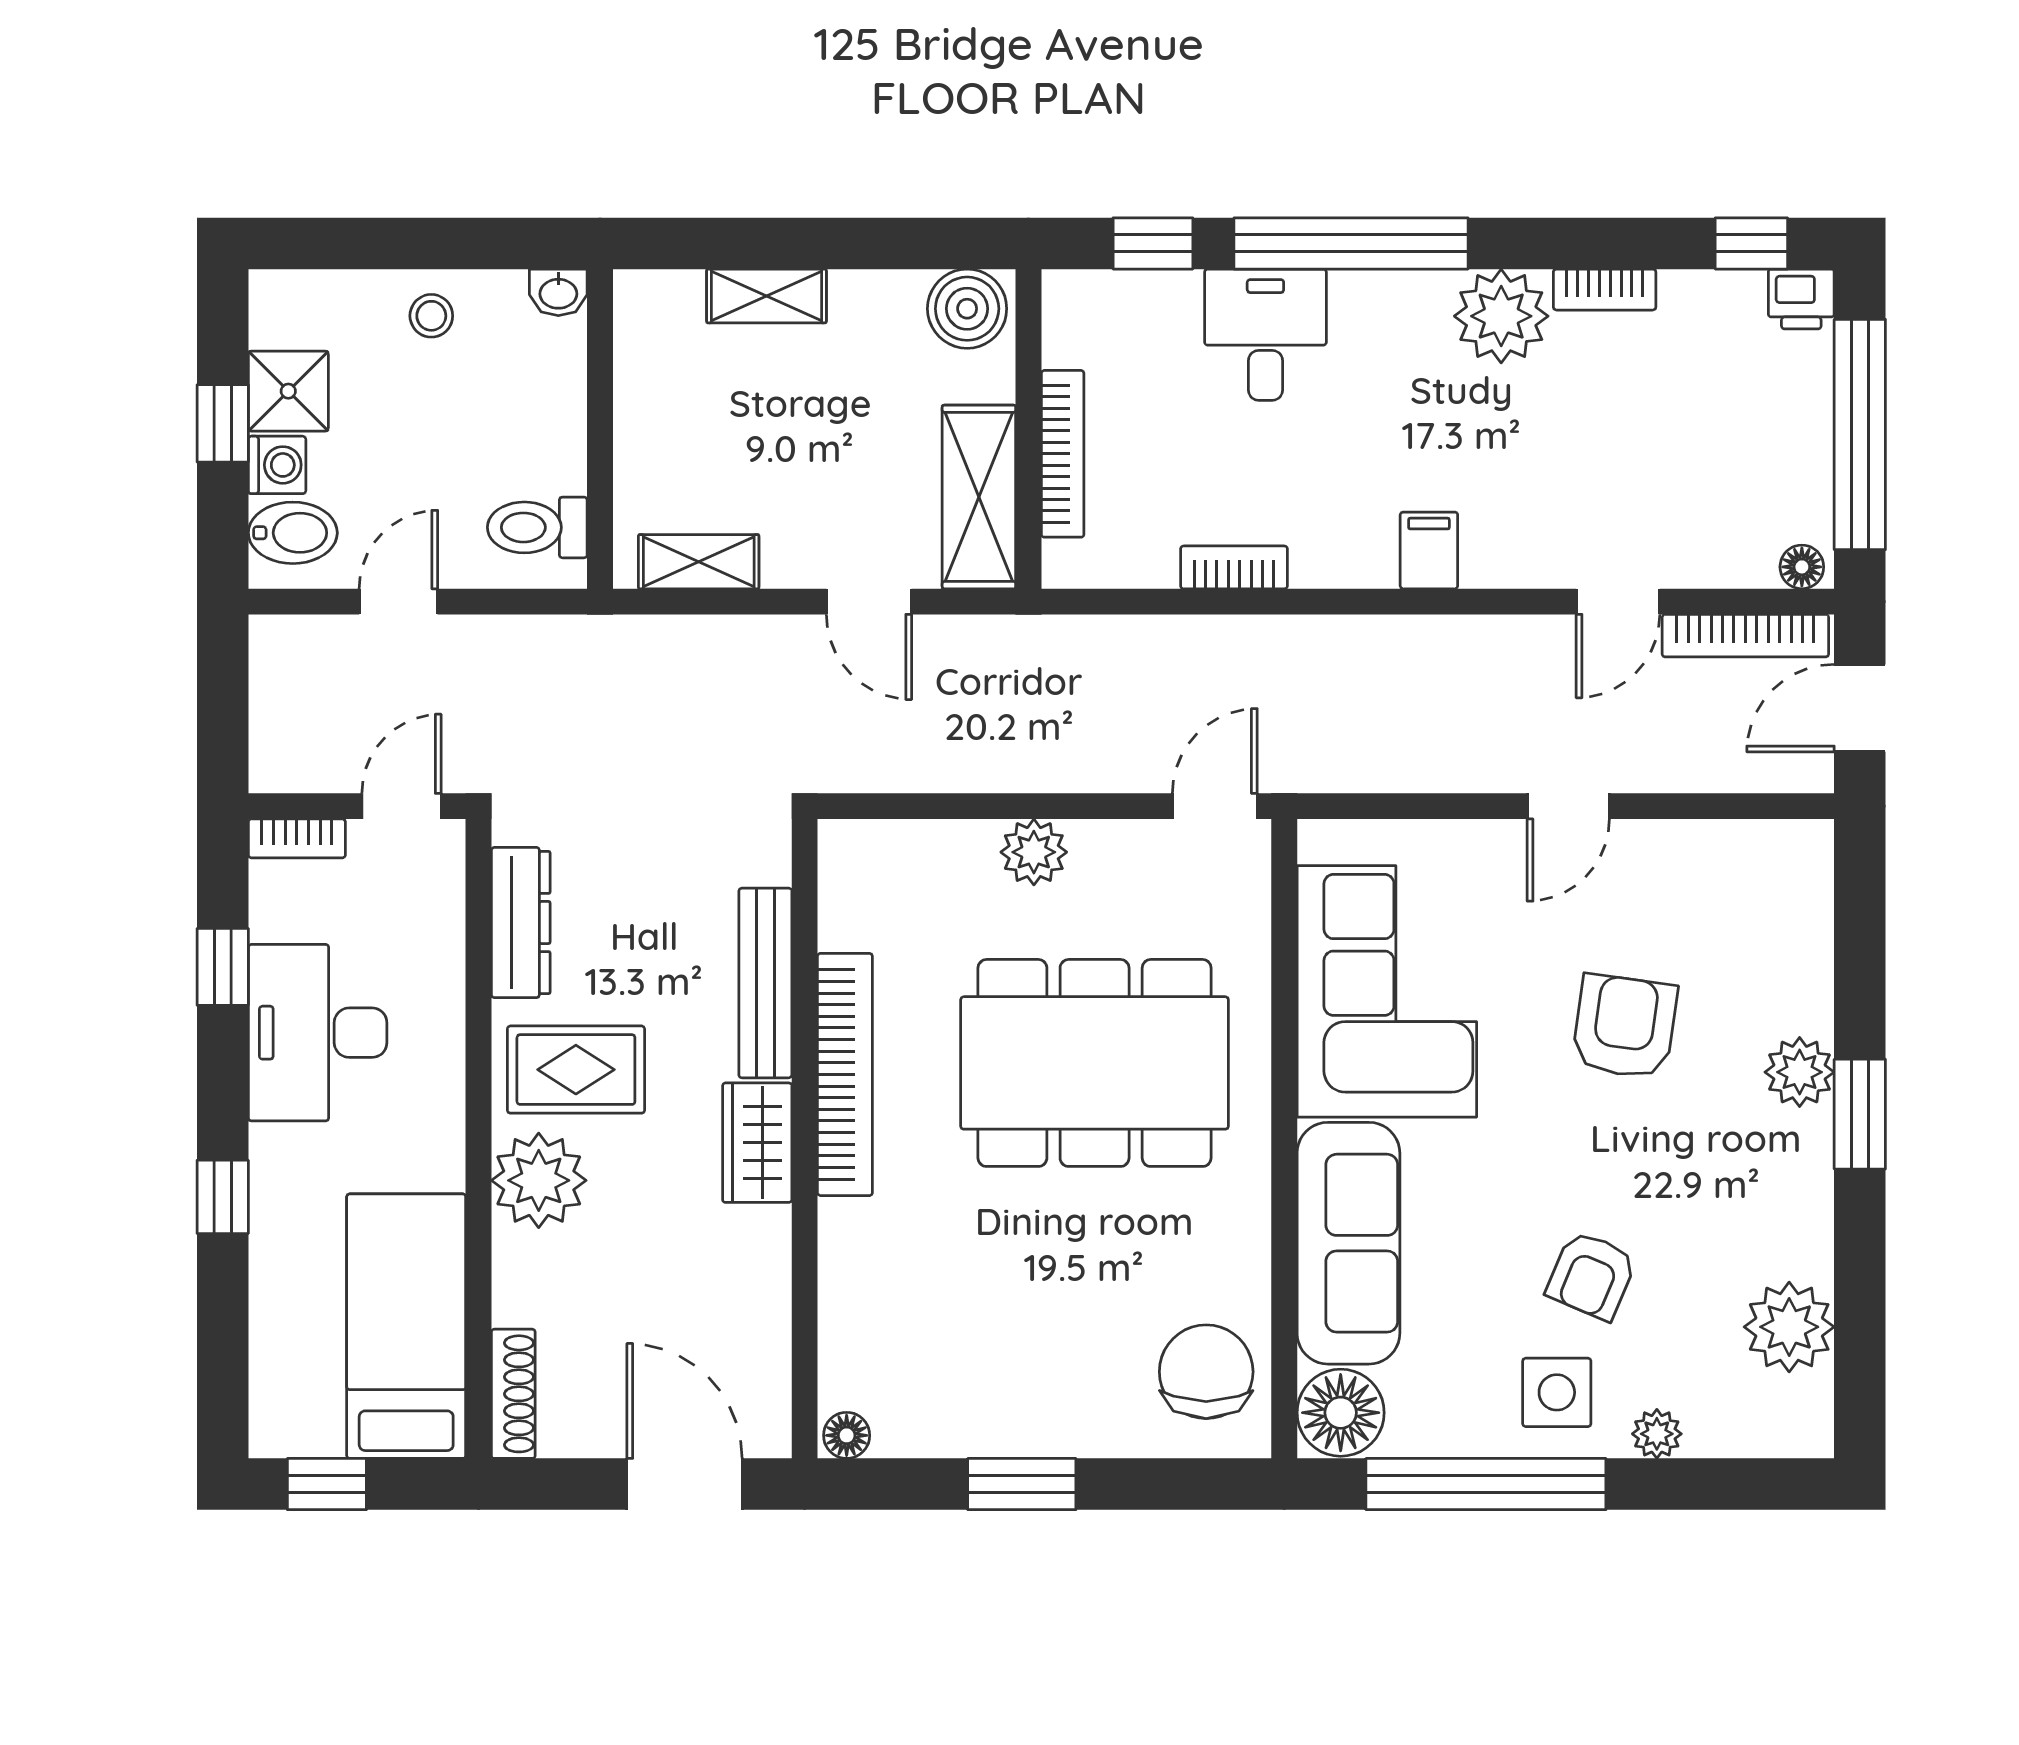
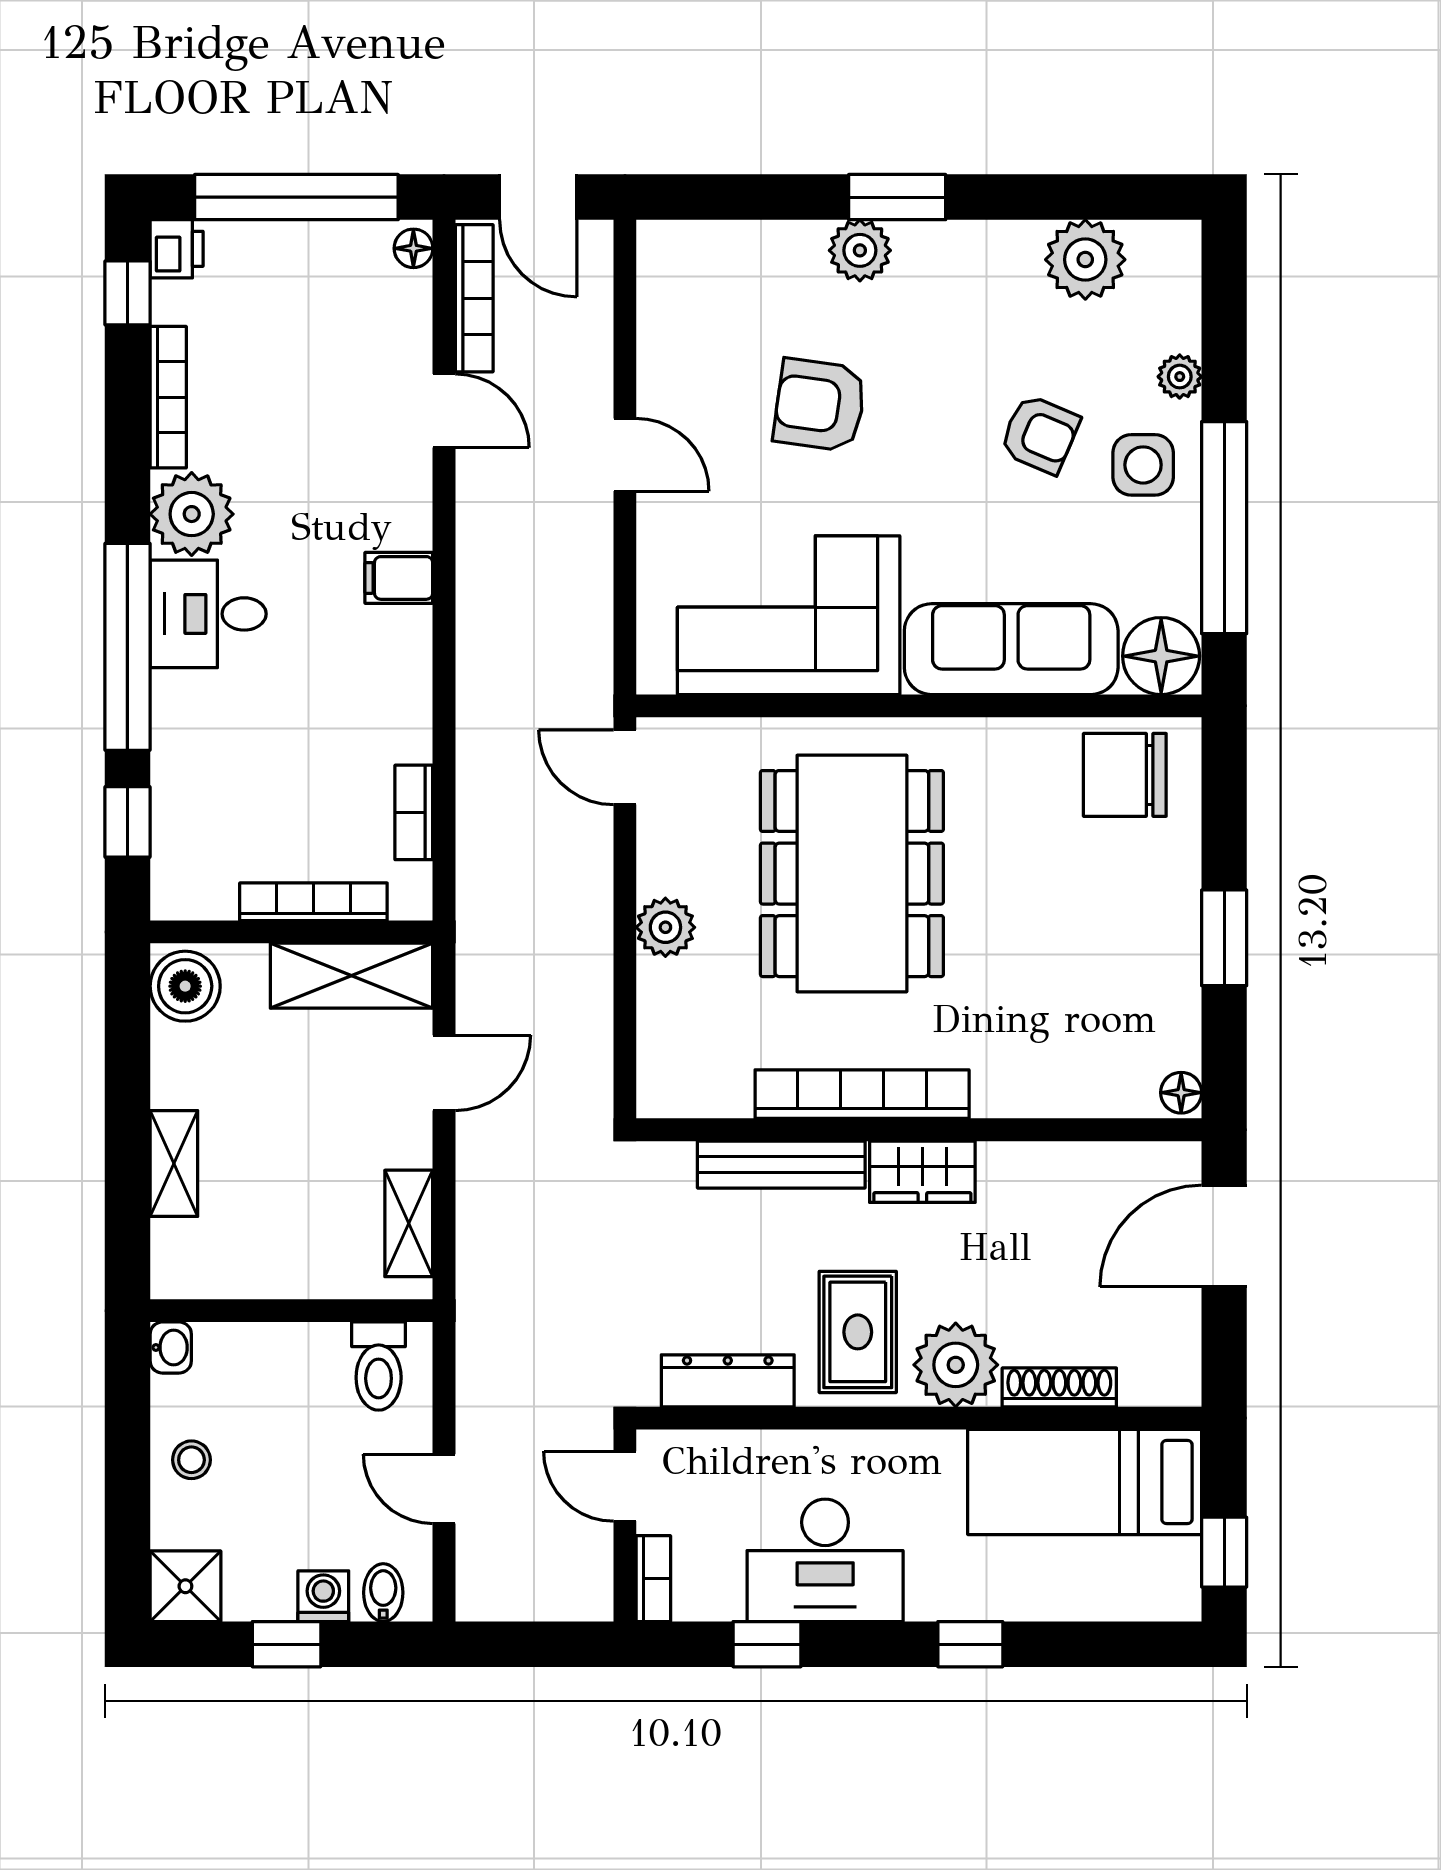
bookcase: (1605, 290) -> (168, 397), width x1.56
desk: (1265, 335) -> (208, 614), moved
shower: (288, 391) -> (185, 1586), moved
bidet: (293, 533) -> (383, 1593), width x0.72, depth x0.74
bookcase: (1234, 567) -> (414, 812), moved
shoe rack: (513, 1394) -> (1059, 1387), moved

